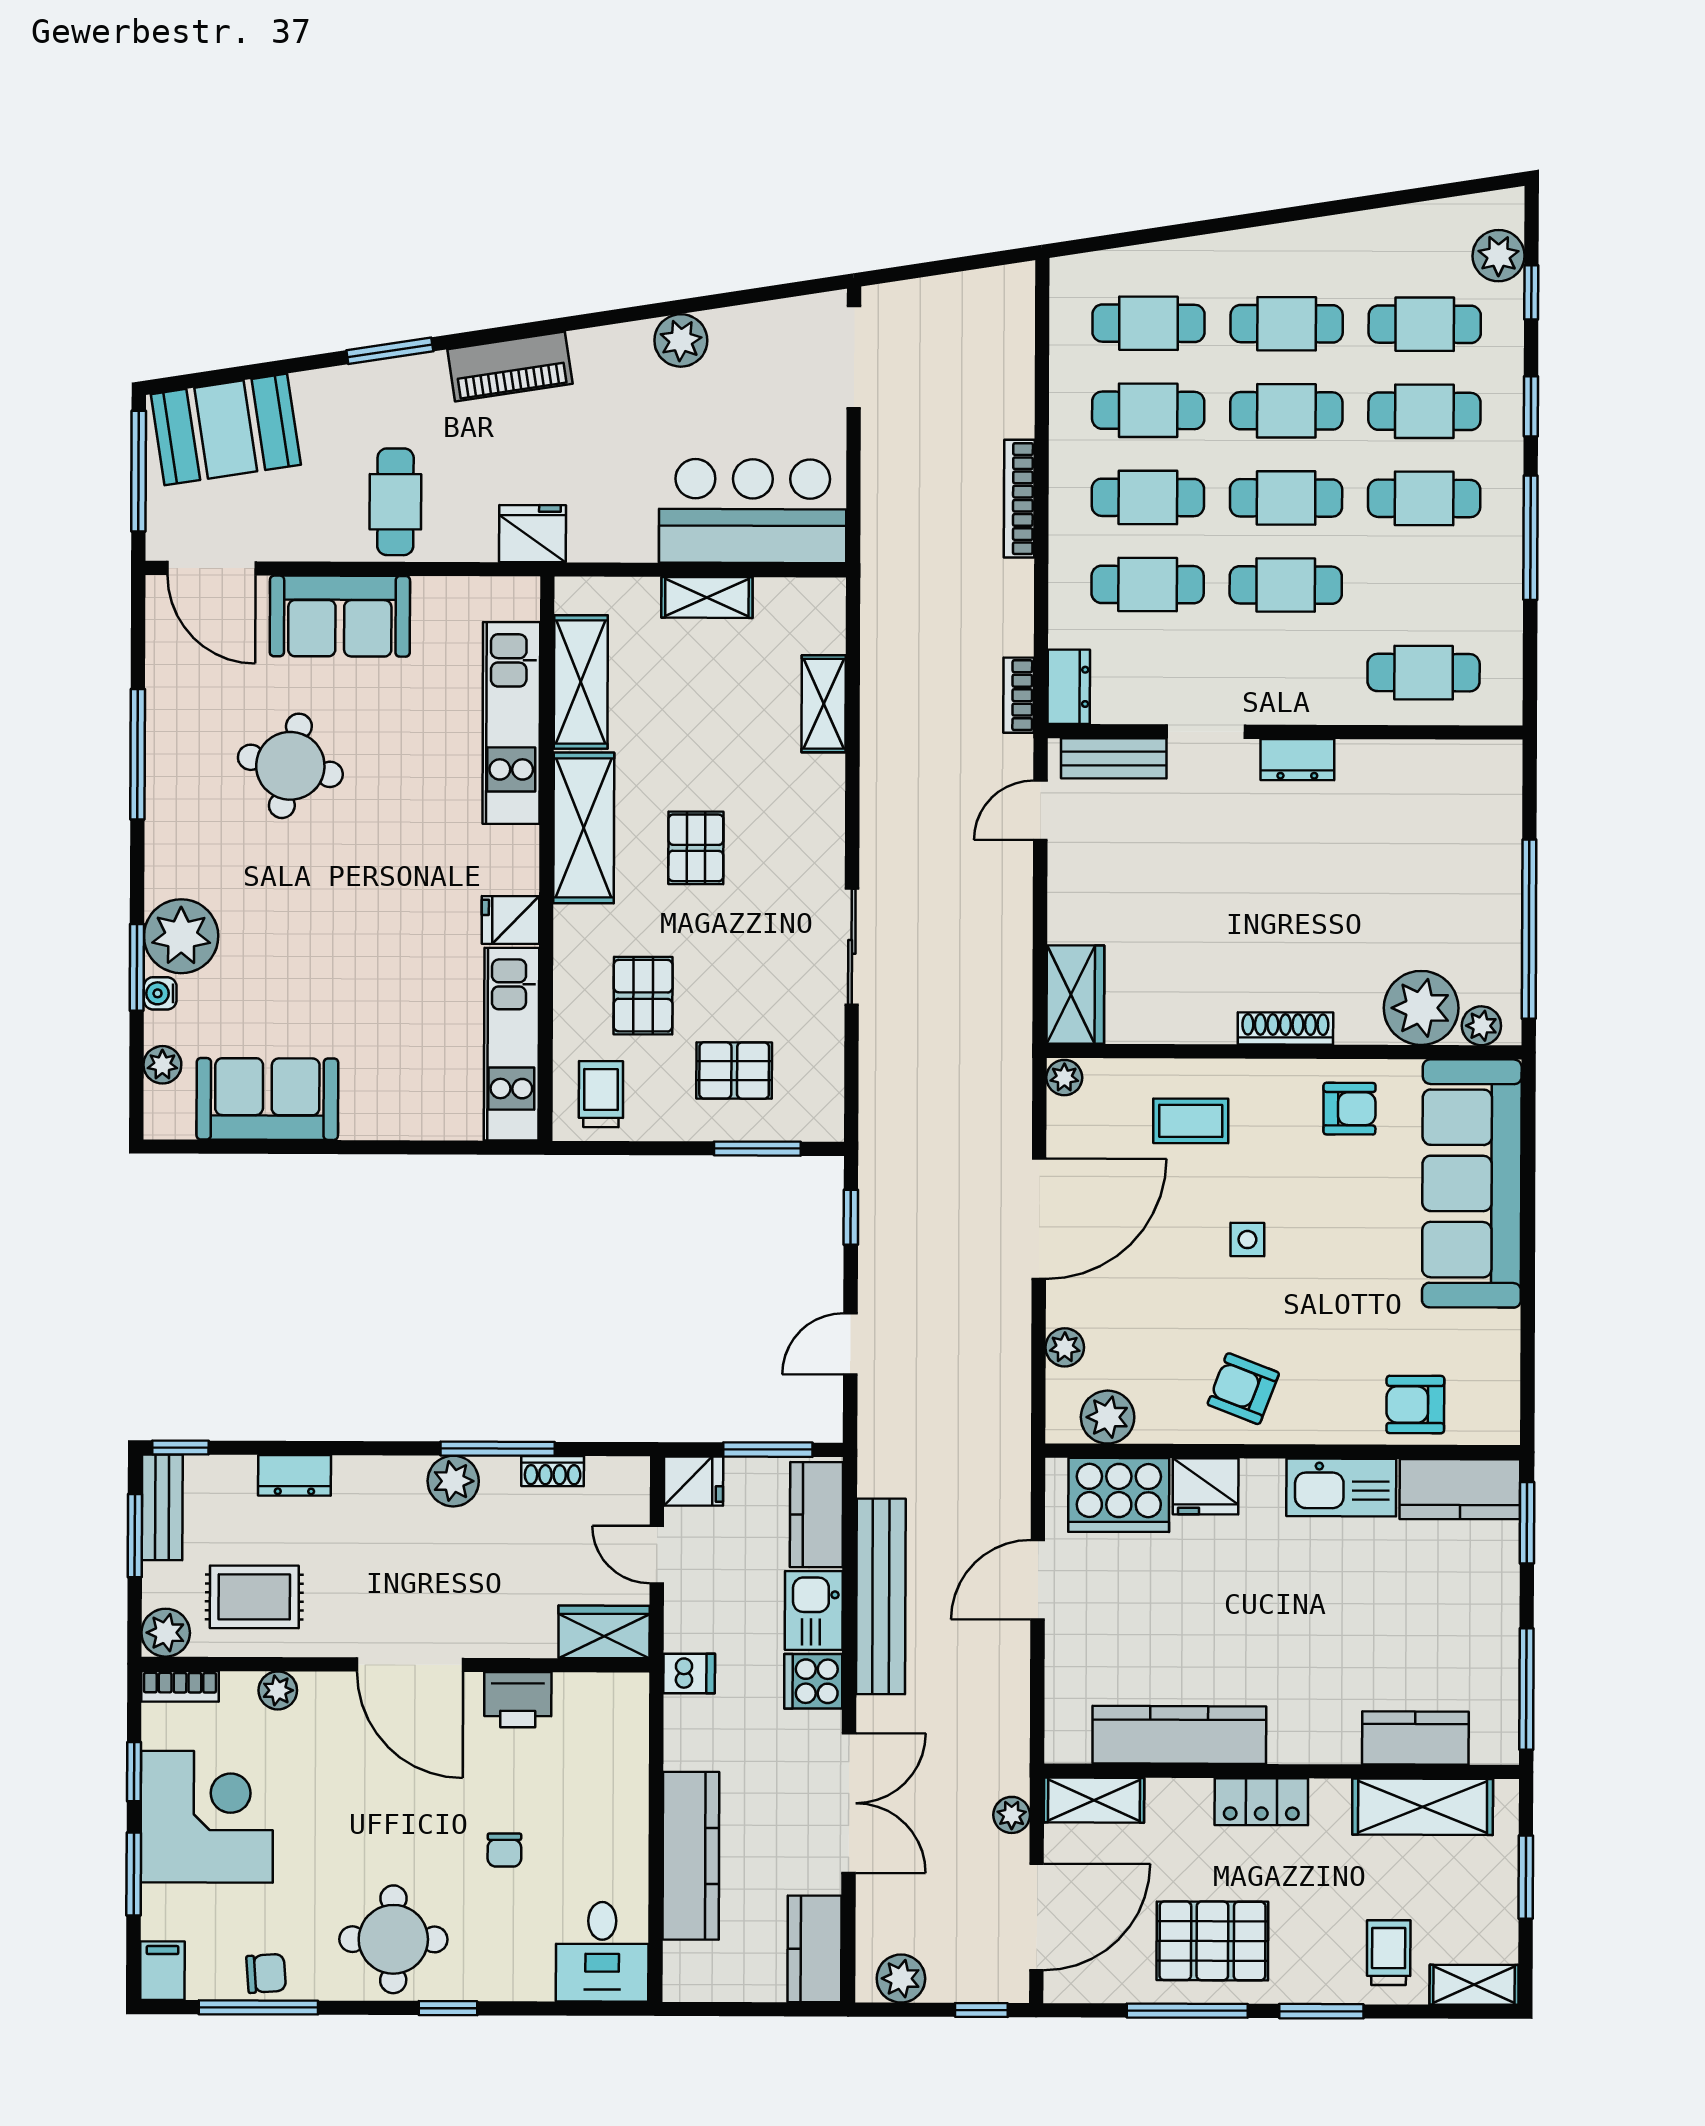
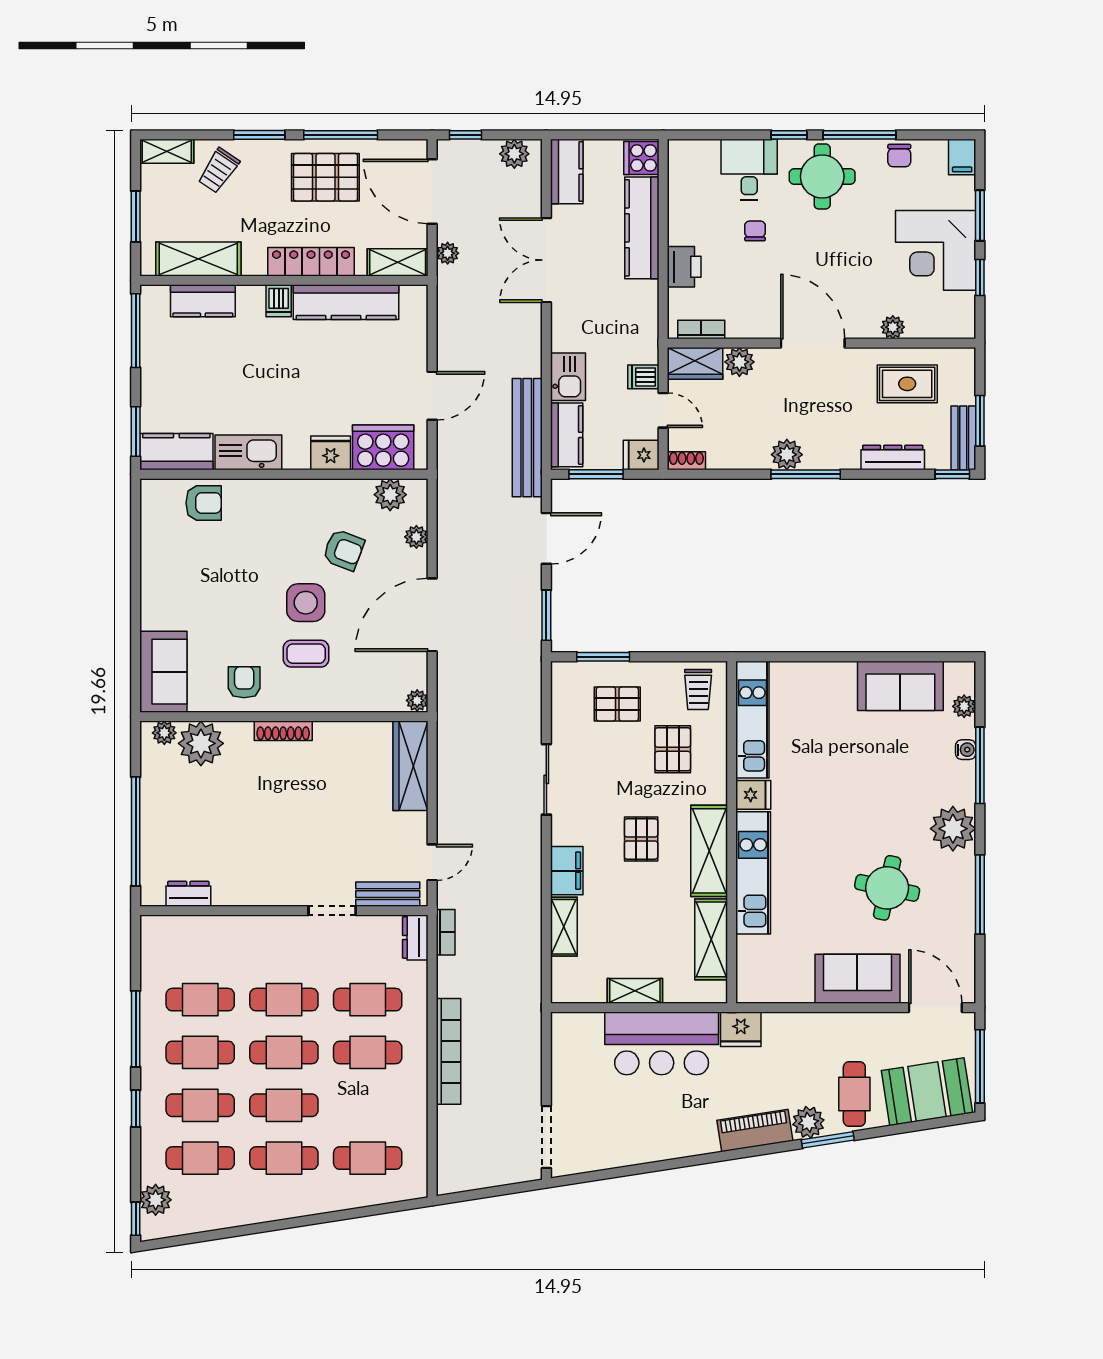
window: (1531, 292) -> (136, 1219), moved
plant: (681, 340) -> (808, 1122), moved
cafe table: (1148, 410) -> (368, 1105), removed
bookcase: (1019, 499) -> (449, 1051), width x1.48, depth x1.31
cafe table: (395, 502) -> (854, 1094), moved
bar counter: (753, 511) -> (662, 1043), moved
cafe table: (1424, 673) -> (200, 1000), moved
kitchen unit: (511, 723) -> (753, 873), moved
dresser: (1297, 760) -> (188, 894), moved
filing cabinet: (819, 796) -> (567, 871), added
window: (1529, 929) -> (136, 831), moved
plant: (181, 936) -> (953, 829), moved
window: (137, 967) -> (980, 765), width x1.44
wardrobe: (1075, 995) -> (411, 766), width x1.50
armchair: (1349, 1109) -> (244, 682), turned 90
coffee table: (1191, 1121) -> (306, 654), moved
sofa: (1472, 1183) -> (163, 672), width x0.54, depth x0.79
window: (851, 1217) -> (546, 615), width x1.50
side table: (1247, 1240) -> (306, 603), width x1.87, depth x1.87
door: (850, 1344) -> (546, 538), width x1.38
armchair: (1243, 1389) -> (344, 550), moved
window: (498, 1449) -> (806, 474), moved
shoe rack: (553, 1471) -> (686, 461), moved
dresser: (295, 1475) -> (893, 458), width x1.44
bench: (881, 1596) -> (527, 438), moved
plant: (166, 1633) -> (739, 362), moved
dishwasher: (689, 1673) -> (643, 377), moved
cooker: (813, 1681) -> (641, 158), moved, turned 180
bookcase: (180, 1686) -> (701, 329), moved
printer: (518, 1700) -> (684, 267), moved, turned 90
dishwasher: (1290, 1738) -> (279, 301), added
locker: (1261, 1802) -> (311, 262), width x1.53
door: (1037, 1917) -> (432, 191), hinge flipped
desk: (602, 1952) -> (749, 169), moved
trolley: (1389, 1953) -> (219, 171), turned 34
chair: (266, 1973) -> (899, 156), turned -86
window: (258, 2007) -> (859, 135), moved

